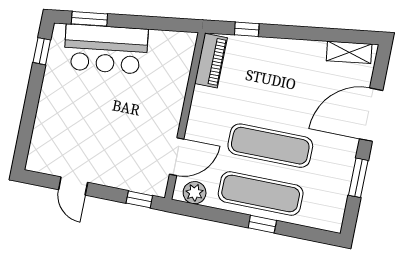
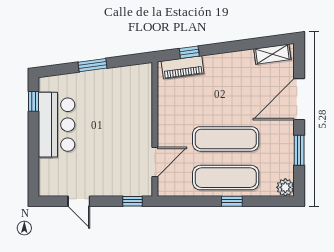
window: (89, 19) -> (93, 65), moved
bar counter: (106, 49) -> (57, 125), moved, turned -82
piano: (211, 61) -> (183, 67), moved, turned 82
plant: (195, 193) -> (285, 187), moved

